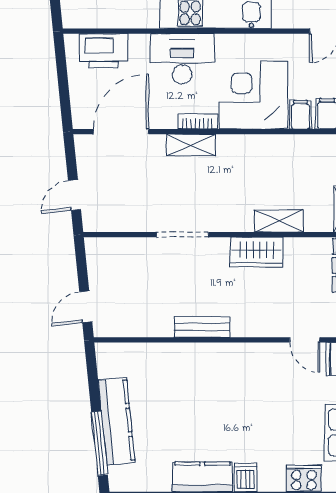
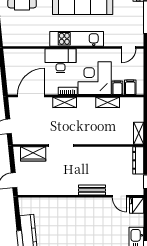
printer: (104, 51) -> (23, 57), removed
shelving: (279, 221) -> (108, 102), moved
wardrobe: (256, 252) -> (33, 154), moved
bench: (202, 327) -> (92, 190), moved

